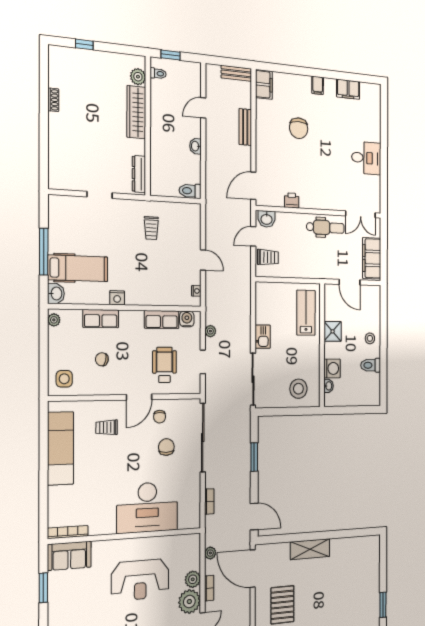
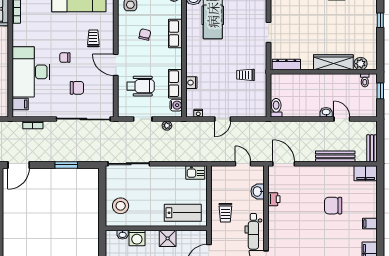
bench: (245, 127) -> (335, 156), width x1.36
washbasin: (195, 146) -> (326, 112), moved
washbasin: (267, 219) -> (258, 191), moved
trolley: (268, 257) -> (225, 213), moved
nightstand: (117, 298) -> (191, 83), moved
kitchen sink: (263, 337) -> (195, 172), moved
chair: (160, 417) -> (65, 58), moved
filing cabinet: (185, 519) -> (20, 104), added

